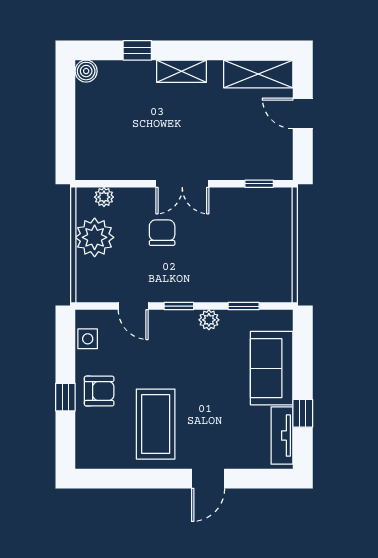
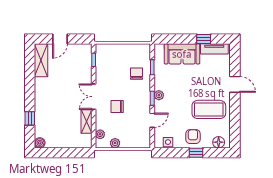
shelving: (181, 71) -> (87, 122), moved
double door: (182, 184) -> (94, 97), swing flipped
plant: (95, 237) -> (115, 143), width x0.53, depth x0.53
chair: (231, 273) -> (137, 74), added
plant: (209, 320) -> (159, 95), moved
floor lamp: (87, 445) -> (219, 142), added

